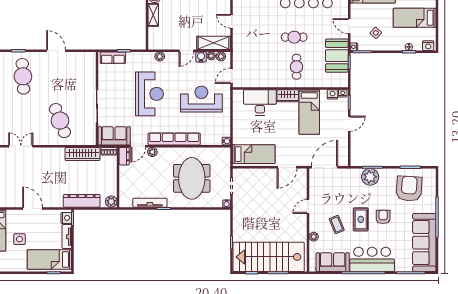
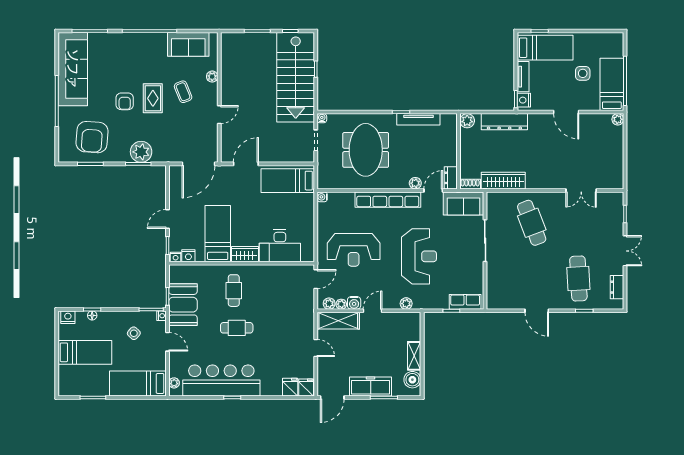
reception desk: (149, 94) -> (419, 256), turned 180
stairs: (269, 257) -> (296, 77), moved, turned 90
bar counter: (372, 259) -> (138, 48), removed

